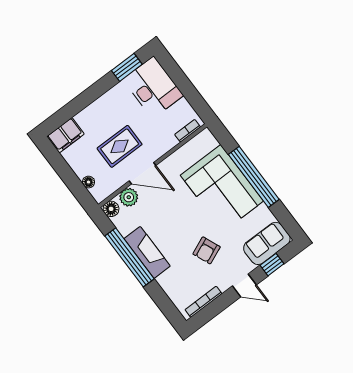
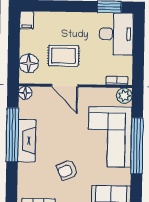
filing cabinet: (66, 135) -> (27, 20), width x0.50
floor lamp: (89, 182) -> (29, 63), width x1.89, depth x1.89
plant: (129, 197) -> (124, 96), moved

